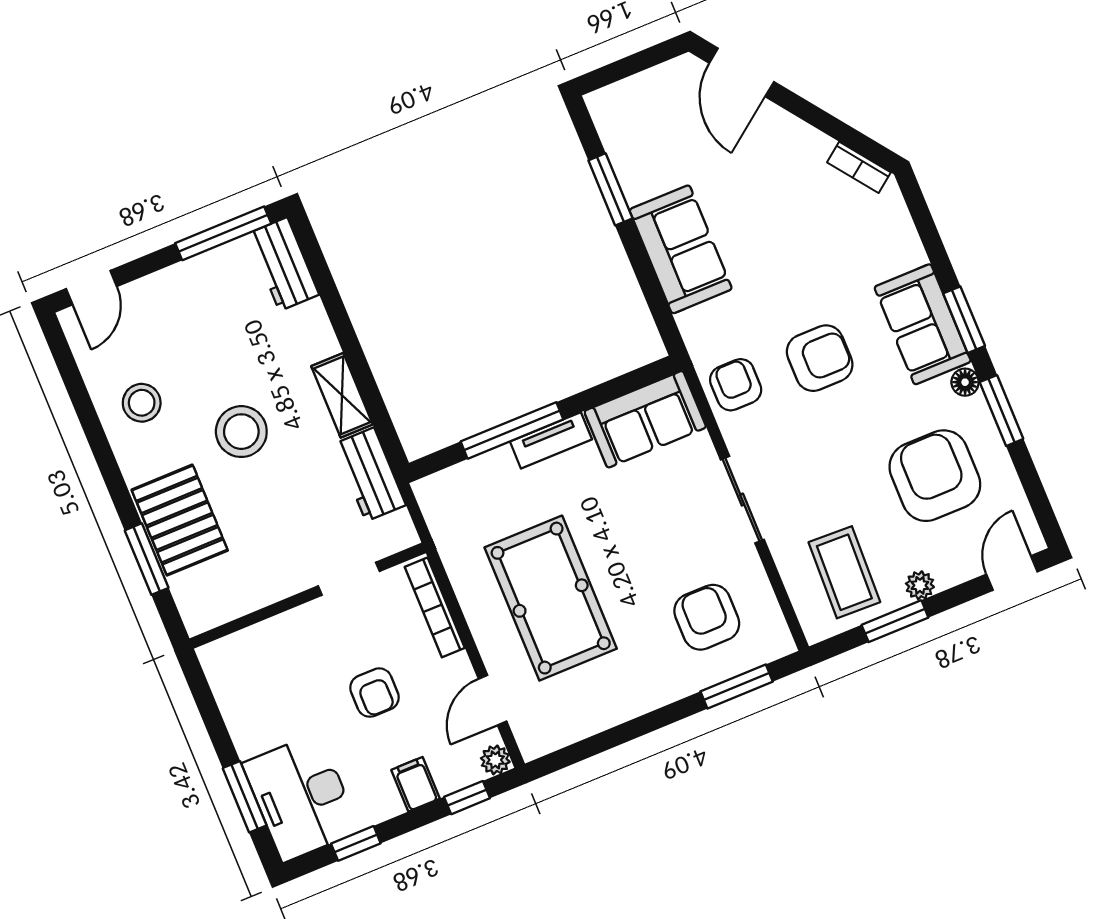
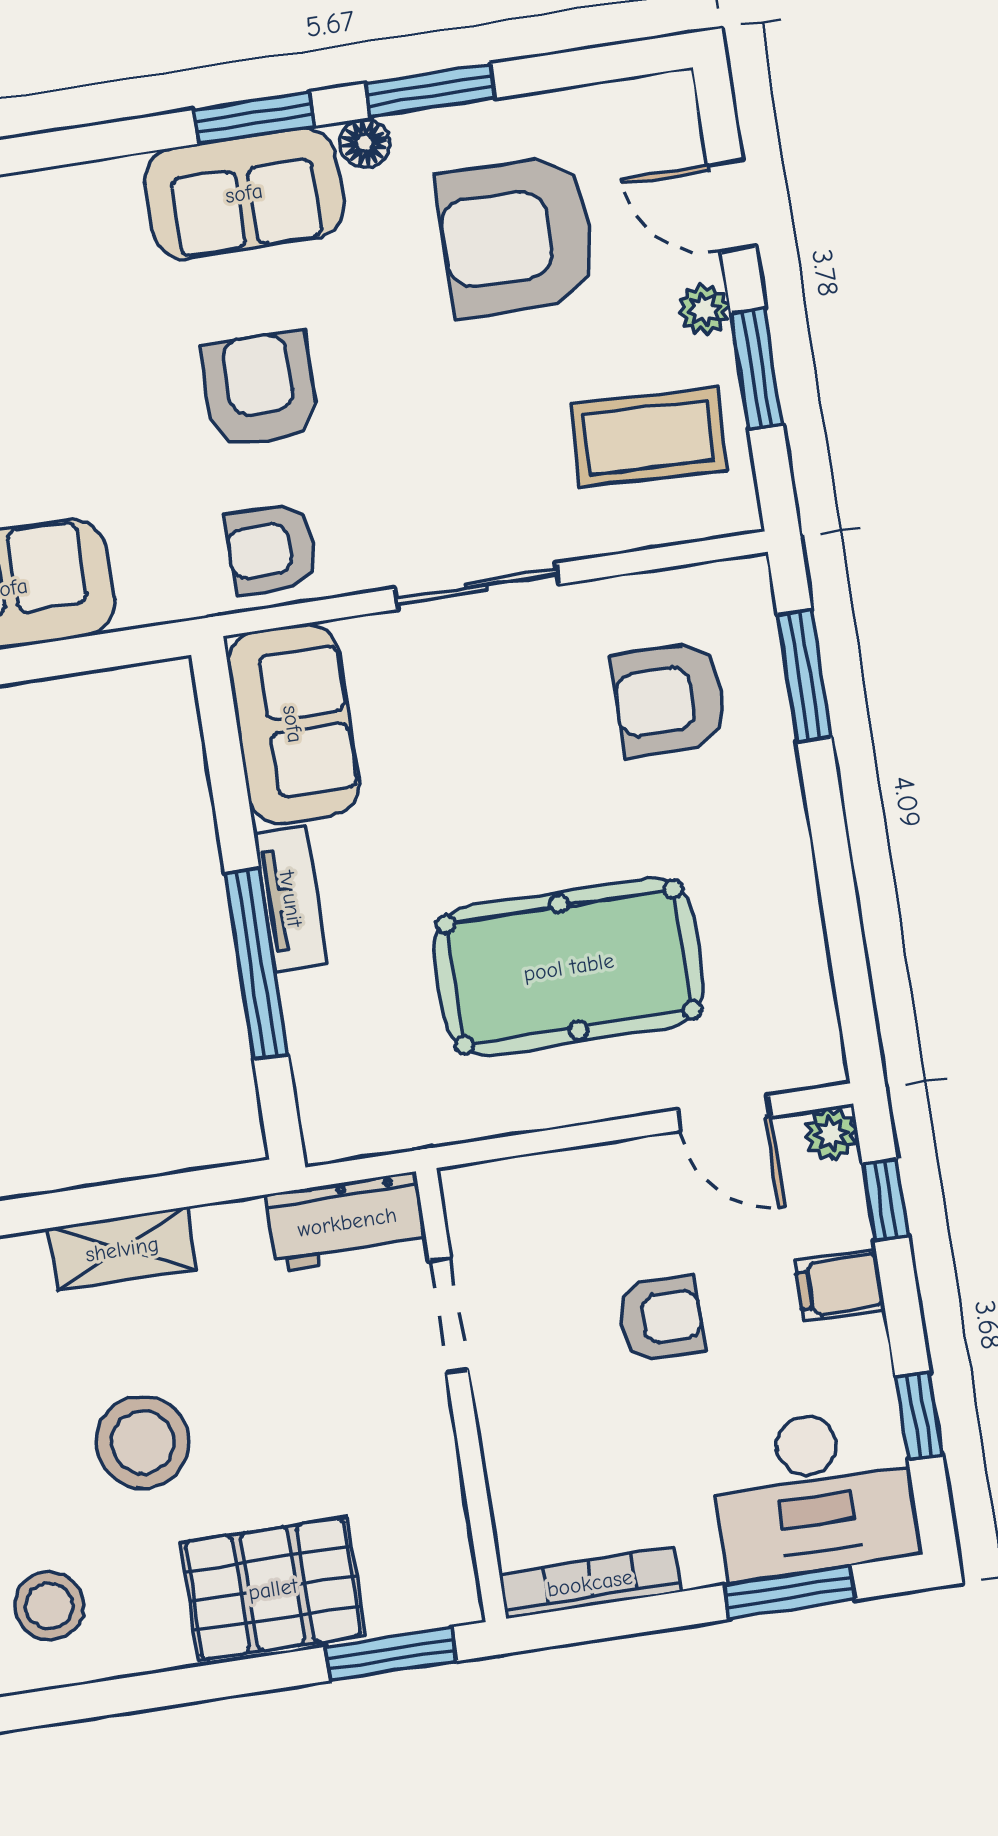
workbench: (370, 474) -> (347, 1222), moved
window: (147, 559) -> (391, 1654), moved
door: (1012, 573) -> (732, 206), moved
bookcase: (435, 607) -> (590, 1583), moved, turned 180

